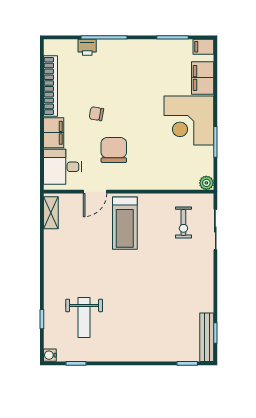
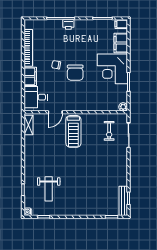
printer: (87, 47) -> (68, 24), moved
chair: (114, 150) -> (75, 73), moved, turned 180

